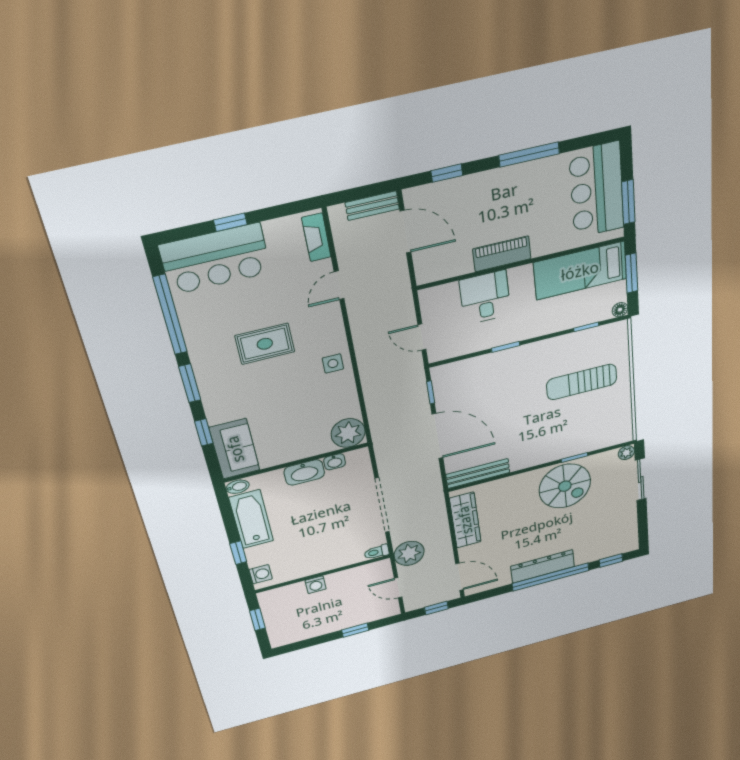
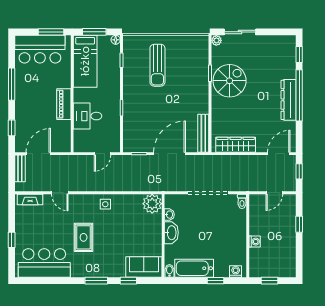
bar counter: (215, 259) -> (44, 263), moved, turned -90
window: (170, 315) -> (54, 281), removed
plant: (409, 553) -> (250, 182), removed

